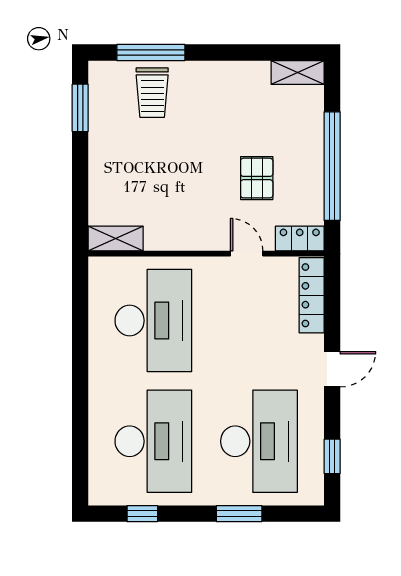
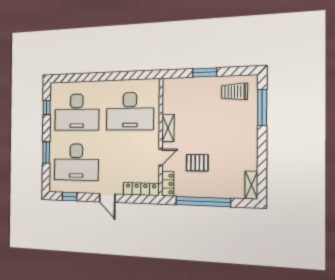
trolley: (152, 93) -> (235, 92), moved
window: (80, 108) -> (205, 72), moved
shelving: (116, 239) -> (168, 128), moved

